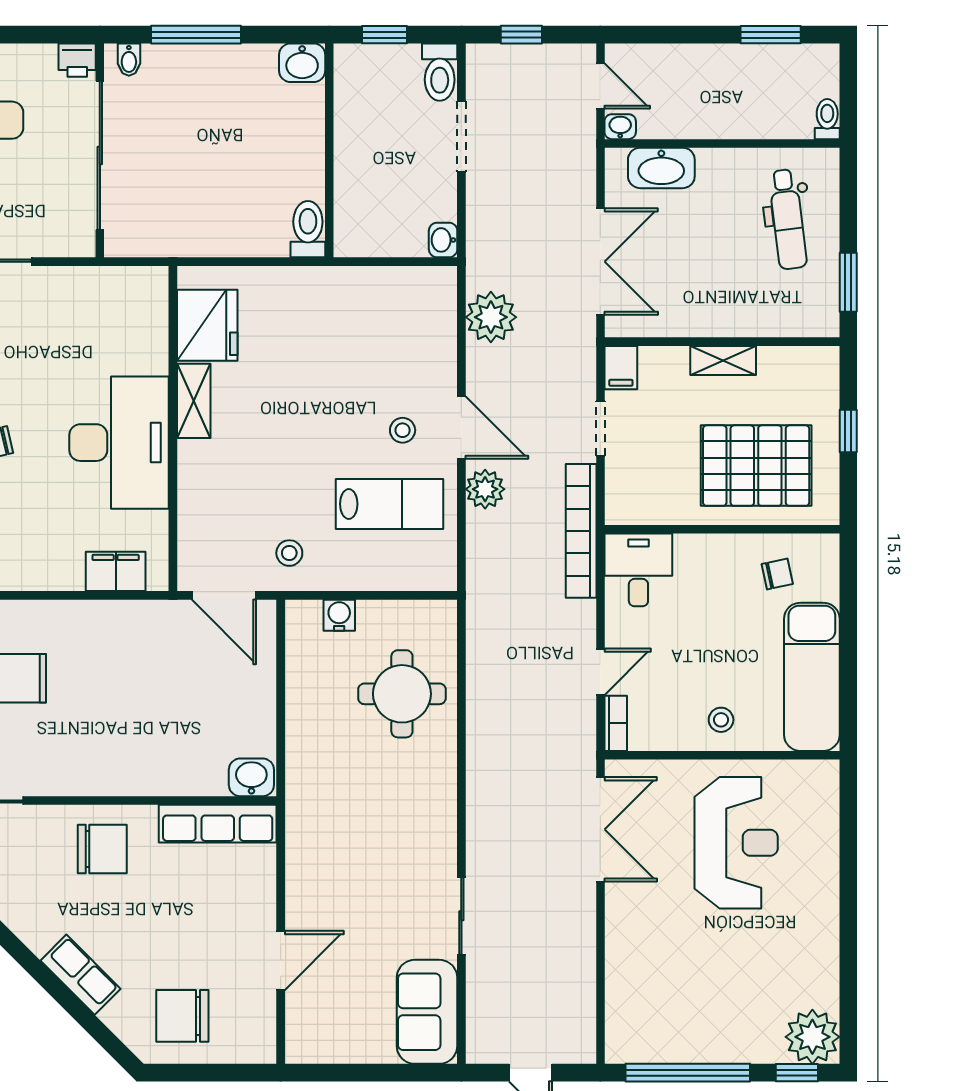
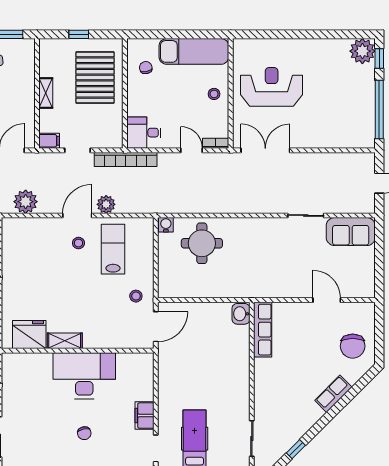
filing cabinet: (116, 571) -> (145, 416), moved
water cooler: (339, 615) -> (166, 225), moved, turned 90
chair: (102, 849) -> (275, 384), removed

